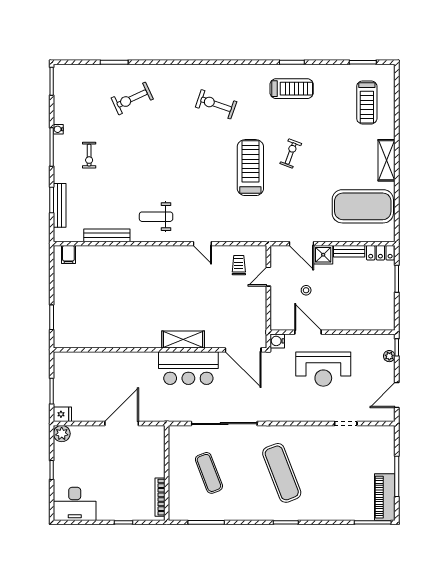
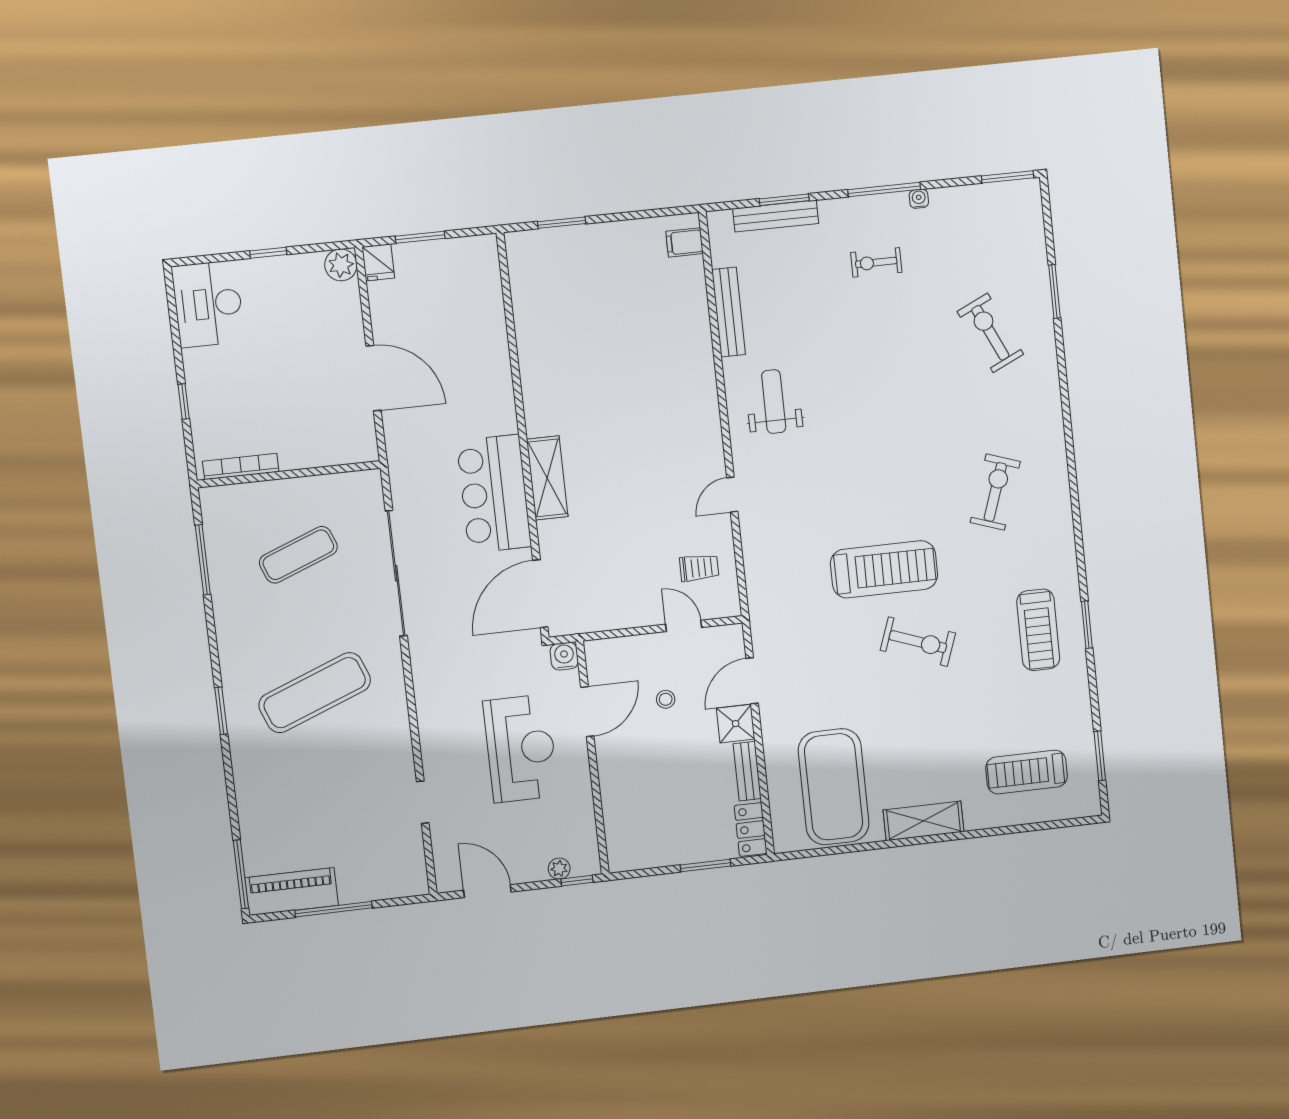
exercise bike: (291, 154) -> (918, 642), width x1.38, depth x1.39
reception desk: (323, 369) -> (521, 748), turned 180

